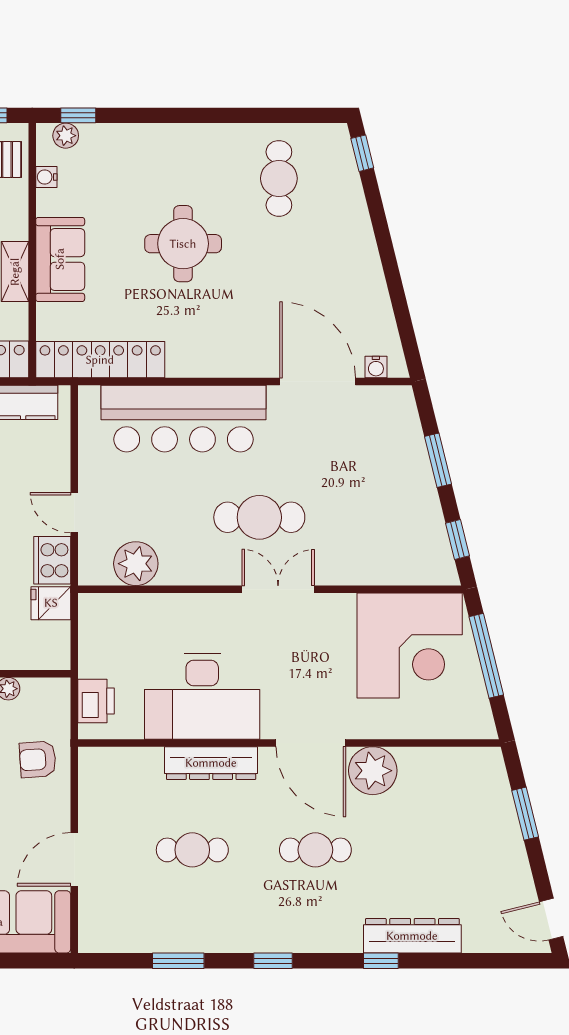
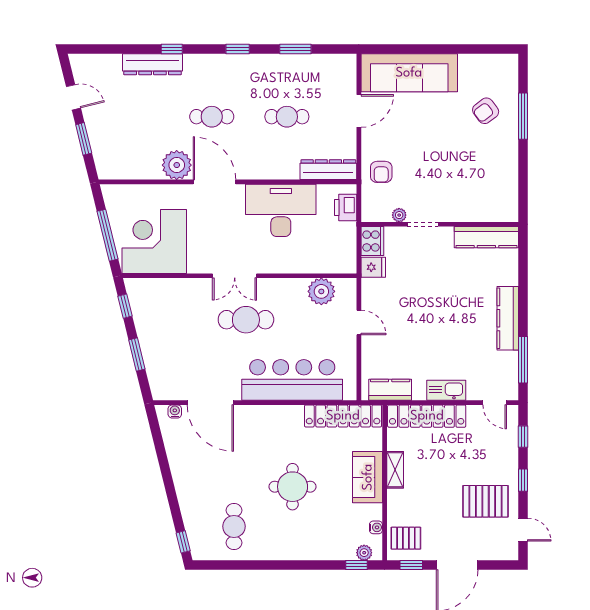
cooker: (52, 560) -> (372, 241), moved
armchair: (38, 759) -> (381, 172), turned 94
dresser: (211, 763) -> (328, 170), moved
door: (551, 919) -> (73, 97), moved

